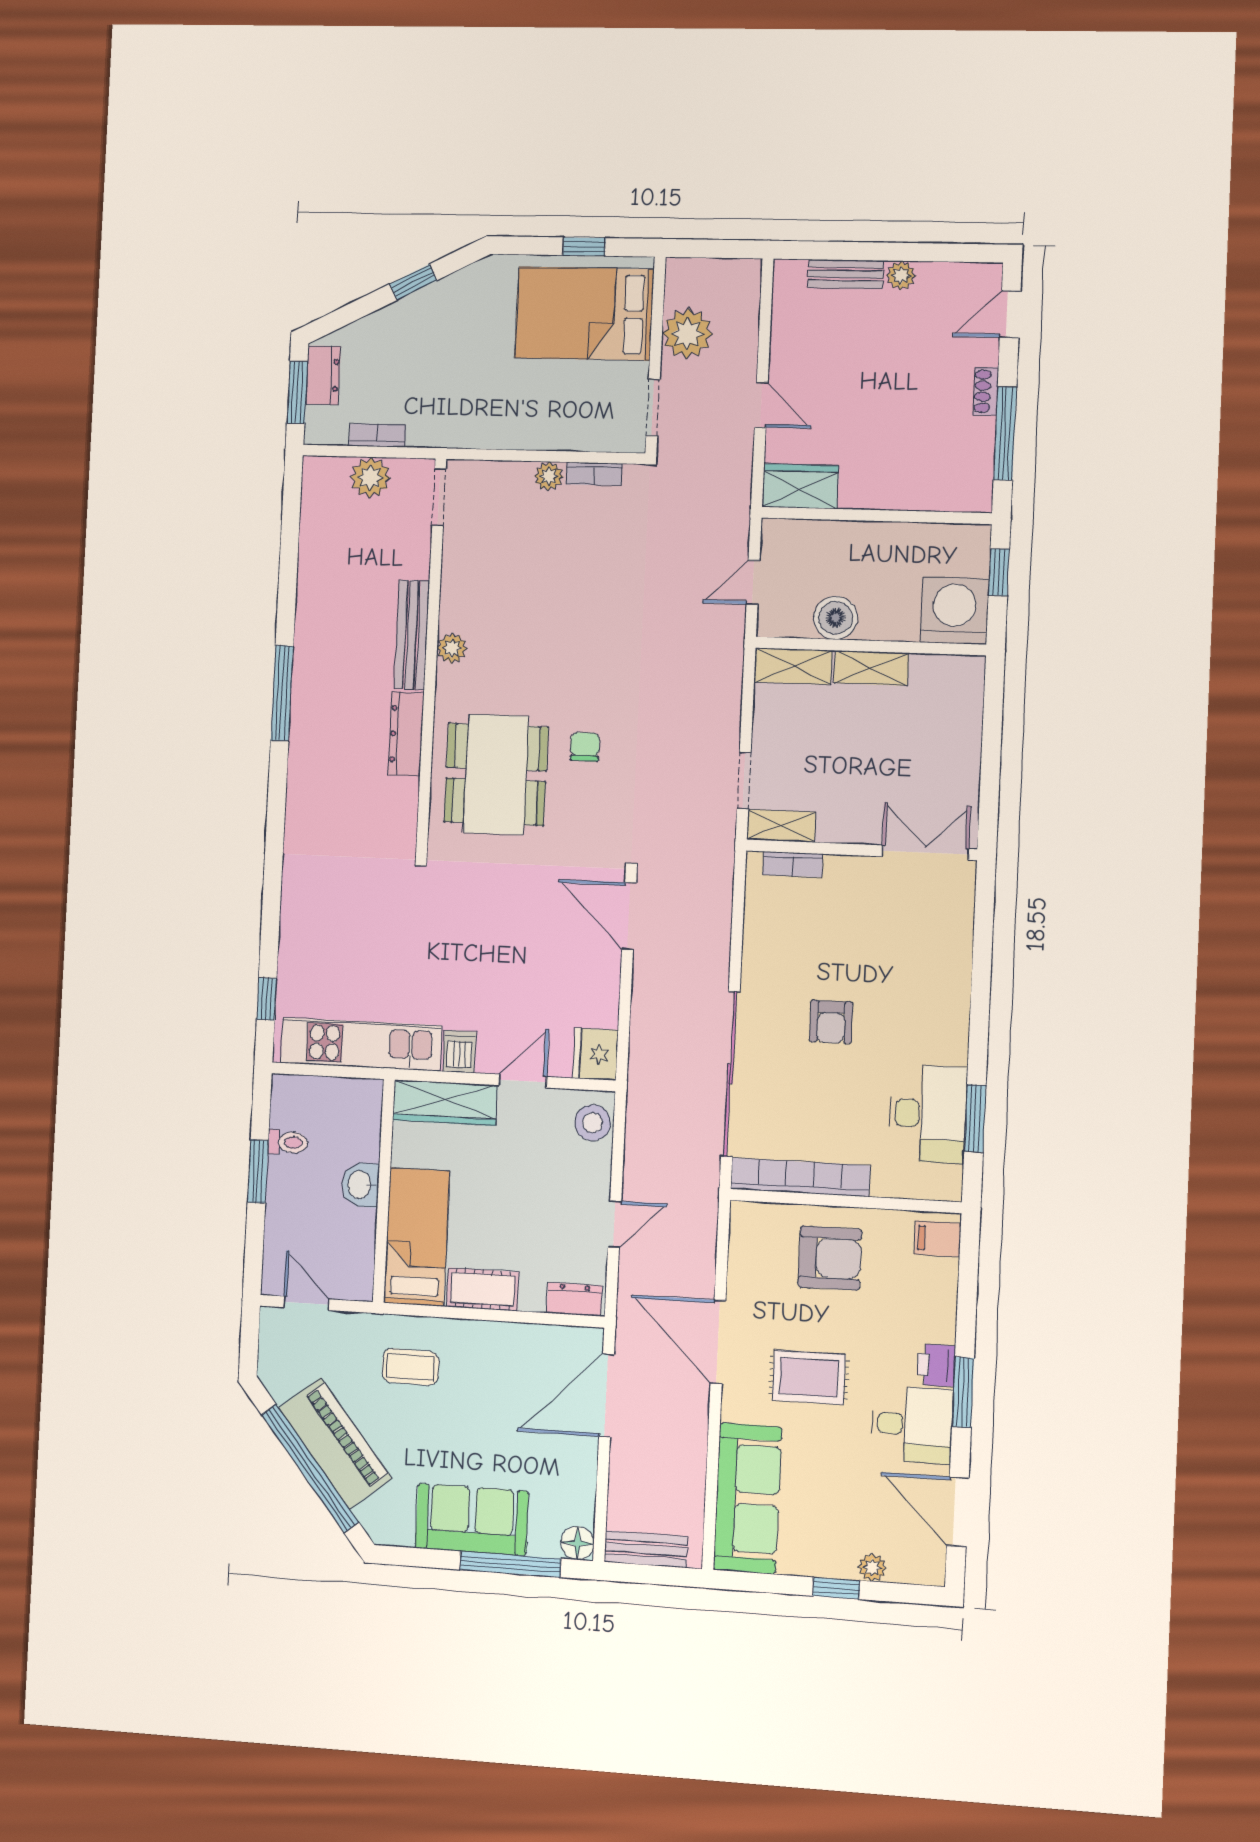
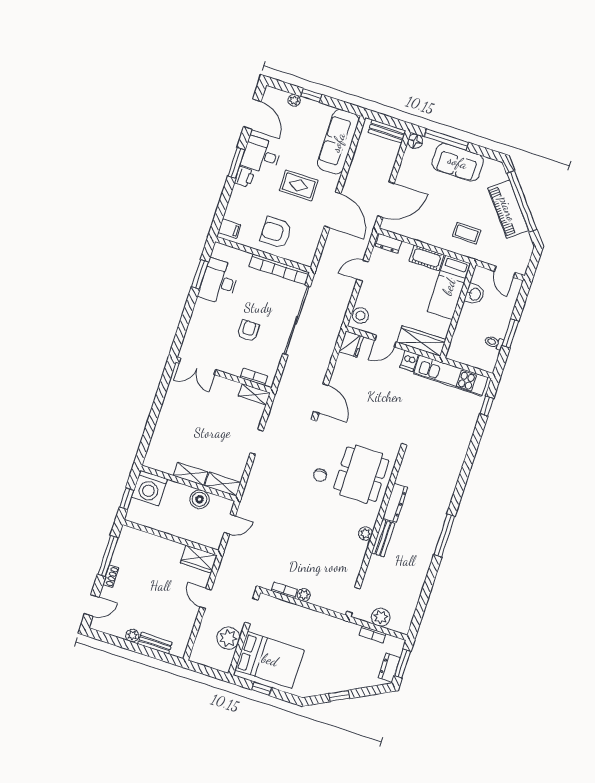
bench: (412, 635) -> (383, 538), width x0.73
shelving: (781, 826) -> (254, 394), moved
wall: (861, 850) -> (224, 375), moved
double door: (925, 853) -> (198, 366), moved
bookcase: (793, 864) -> (254, 377), moved
washbasin: (360, 1185) -> (474, 294), moved

